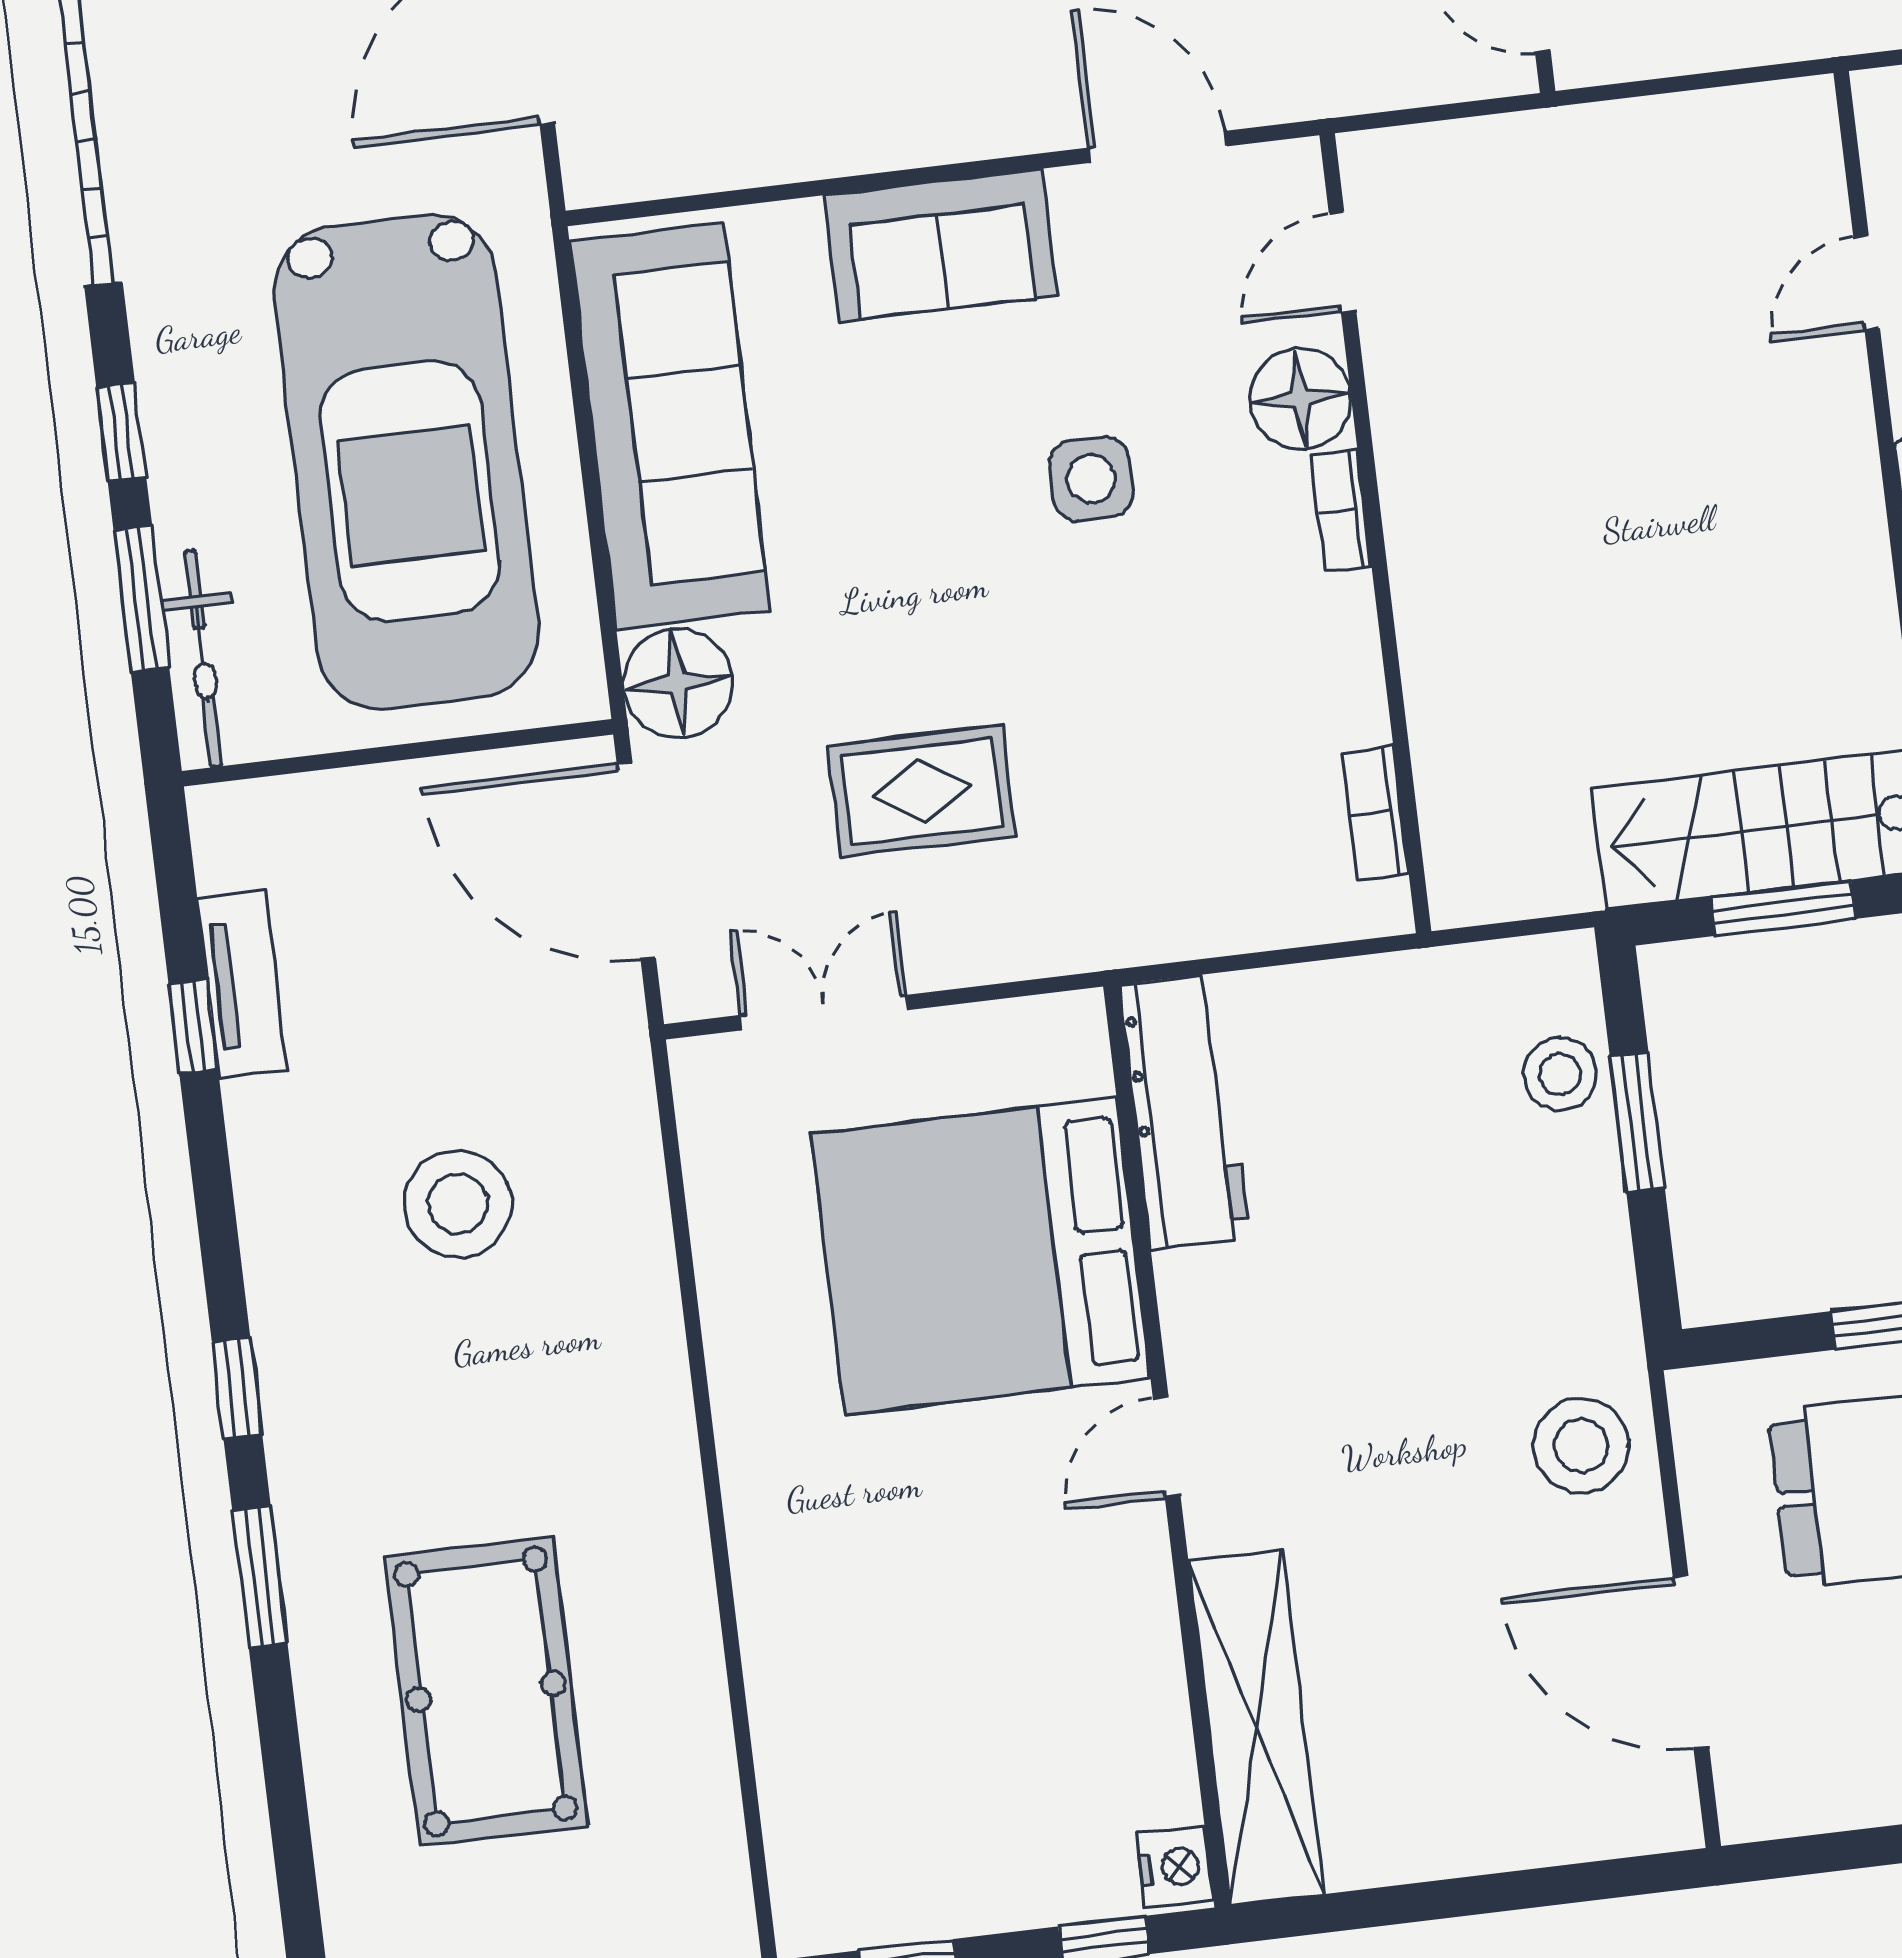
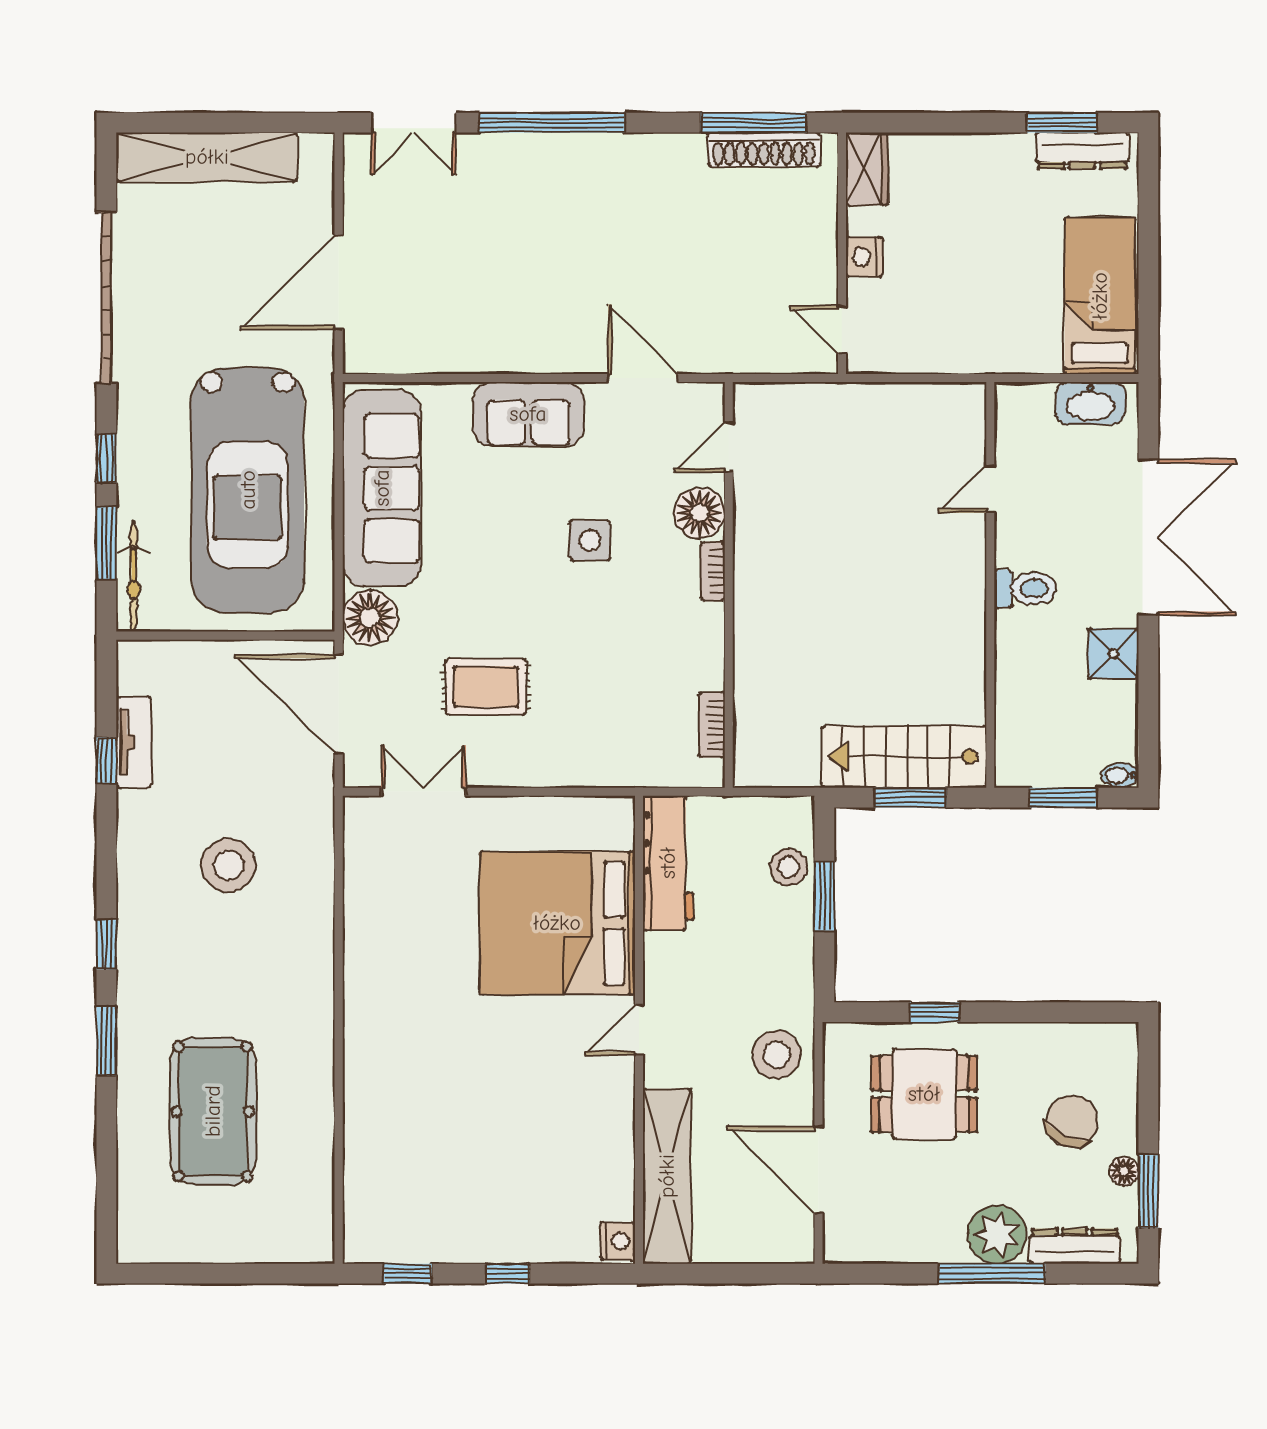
workbench: (1185, 1112) -> (668, 863), moved
bed: (981, 1256) -> (557, 923), moved
wall: (1167, 1446) -> (639, 1030), moved
door: (1167, 1447) -> (639, 1030), moved
shelving: (1256, 1727) -> (667, 1176), moved
nightstand: (1175, 1867) -> (618, 1241), moved

